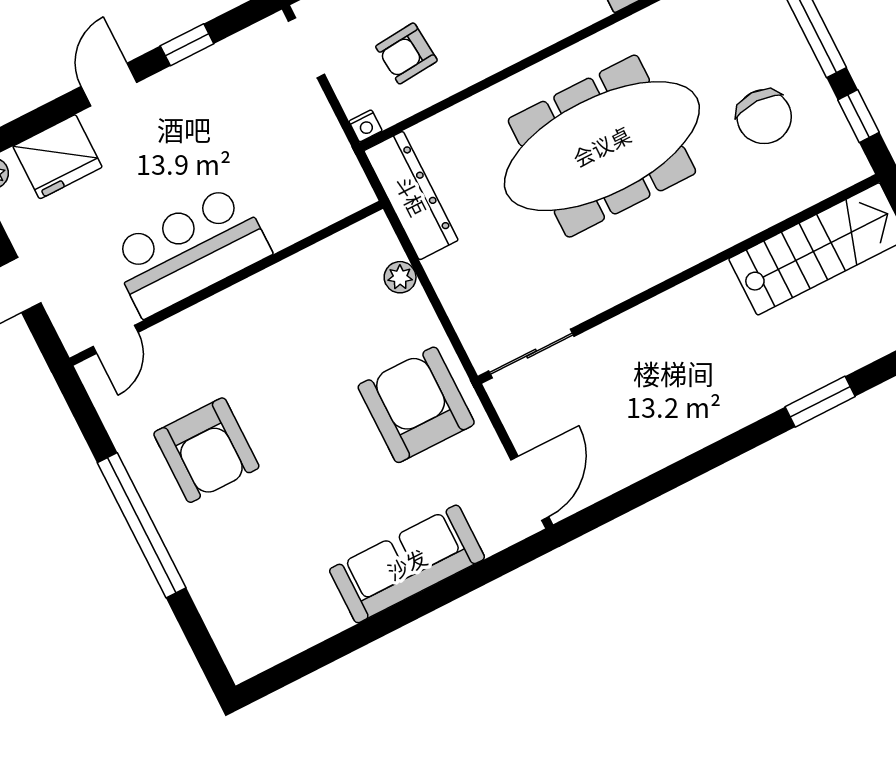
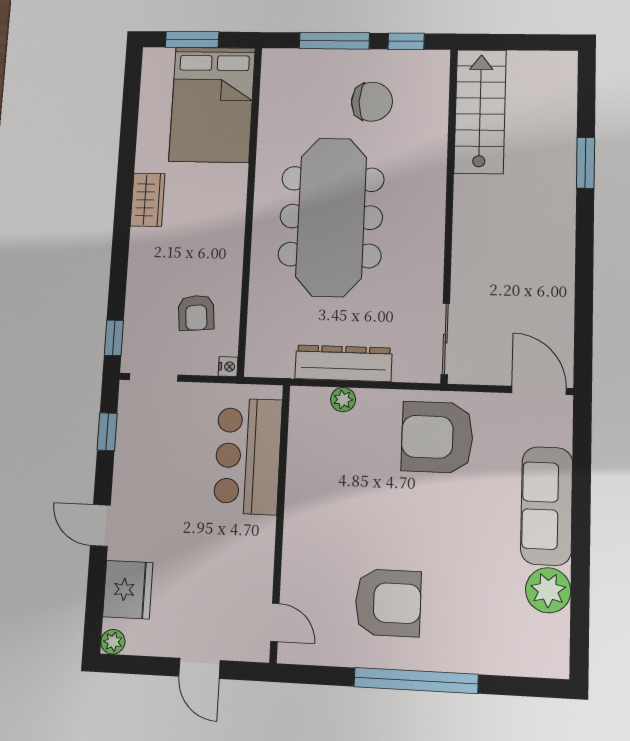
window: (187, 45) -> (107, 432), moved
dresser: (411, 196) -> (343, 363), moved
bar counter: (190, 251) -> (248, 456), moved
plant: (317, 614) -> (548, 590), added

